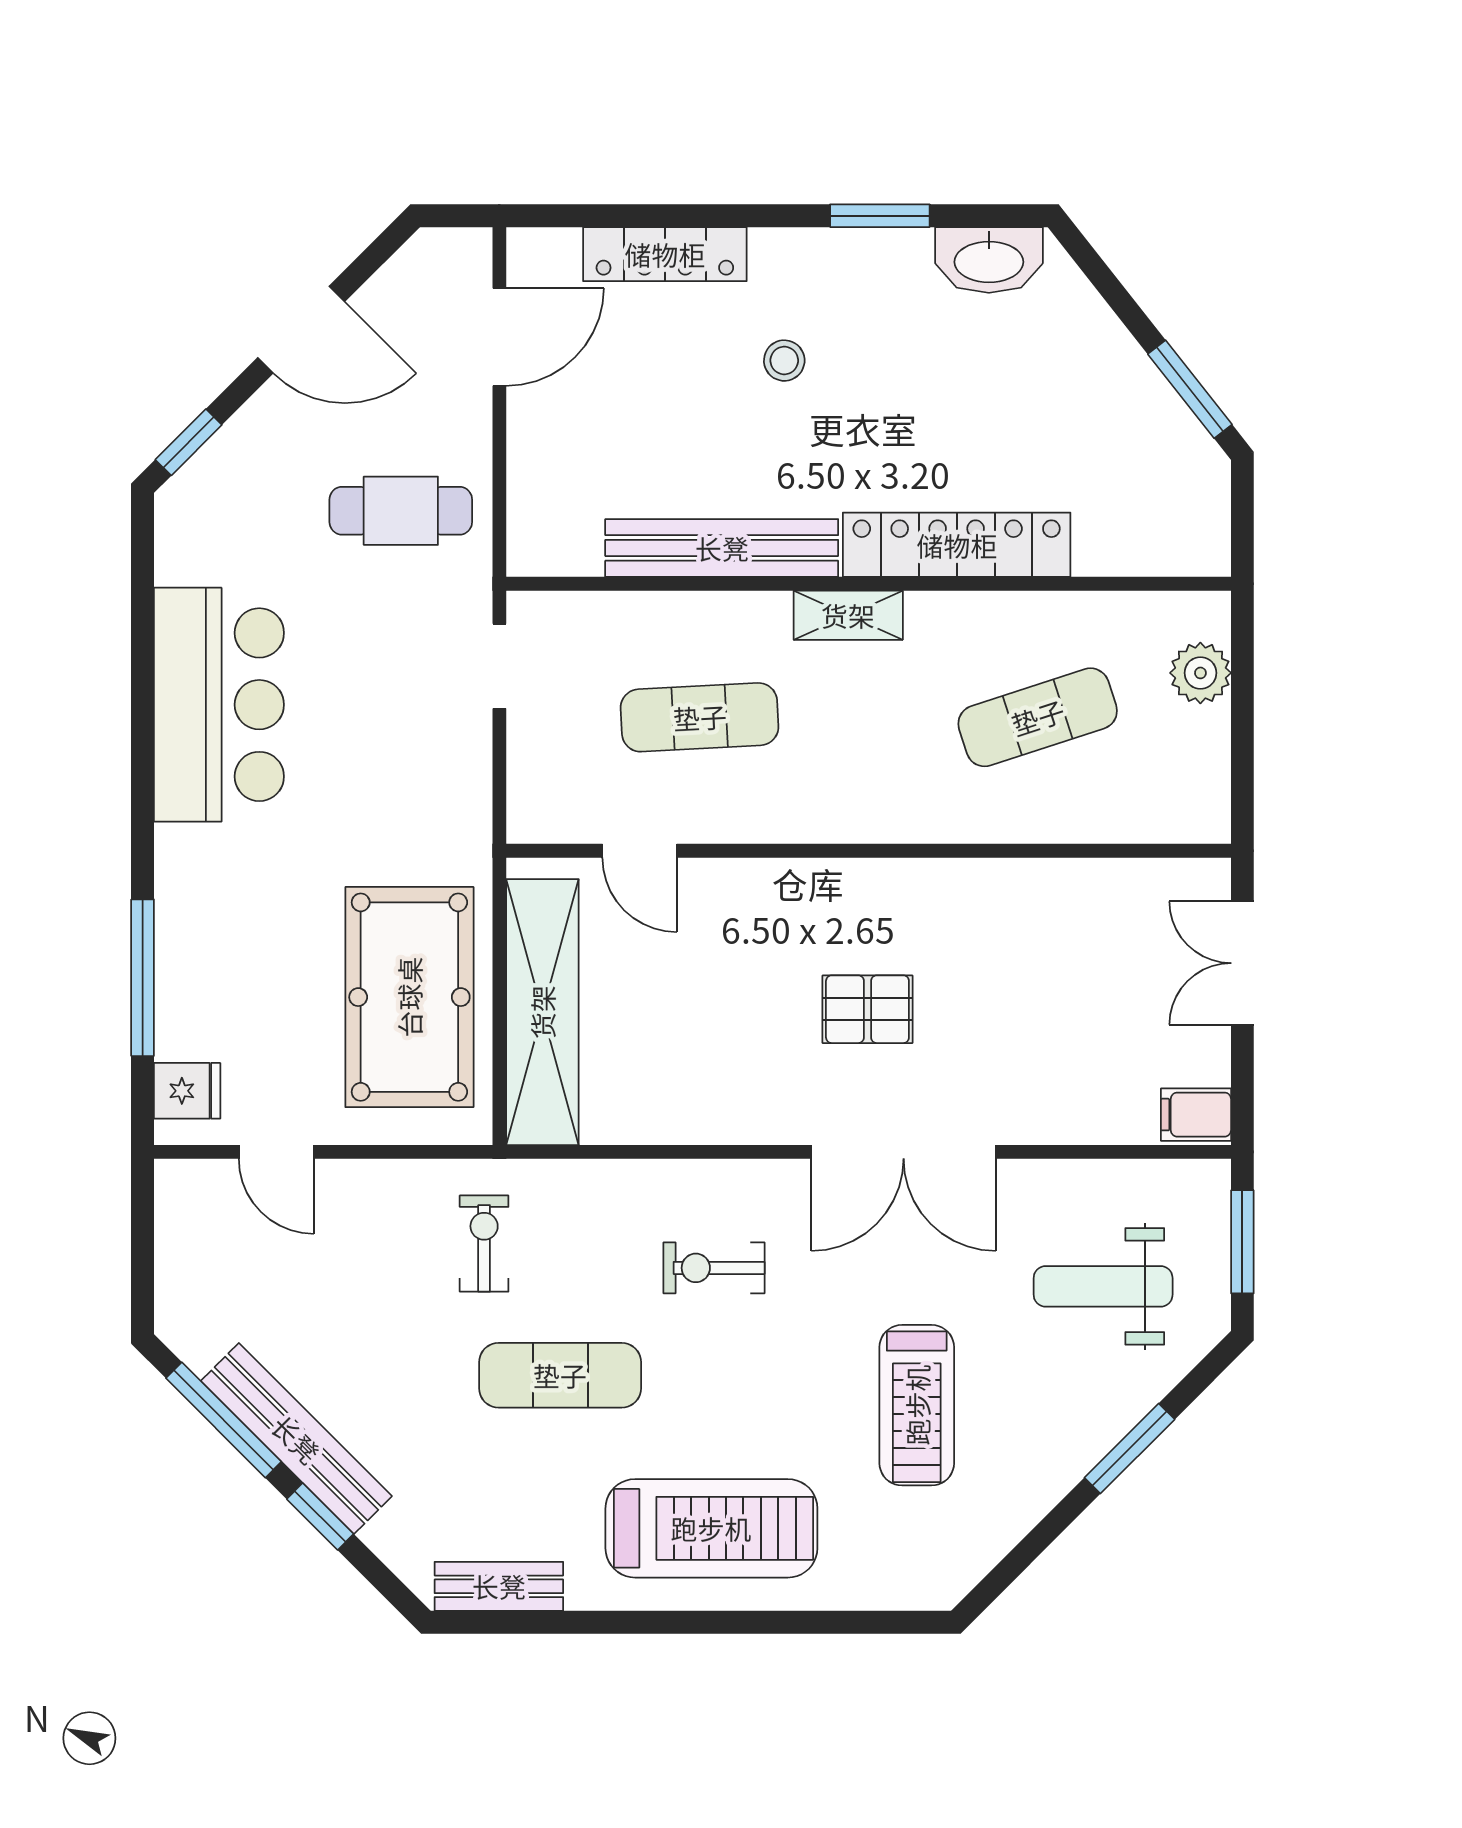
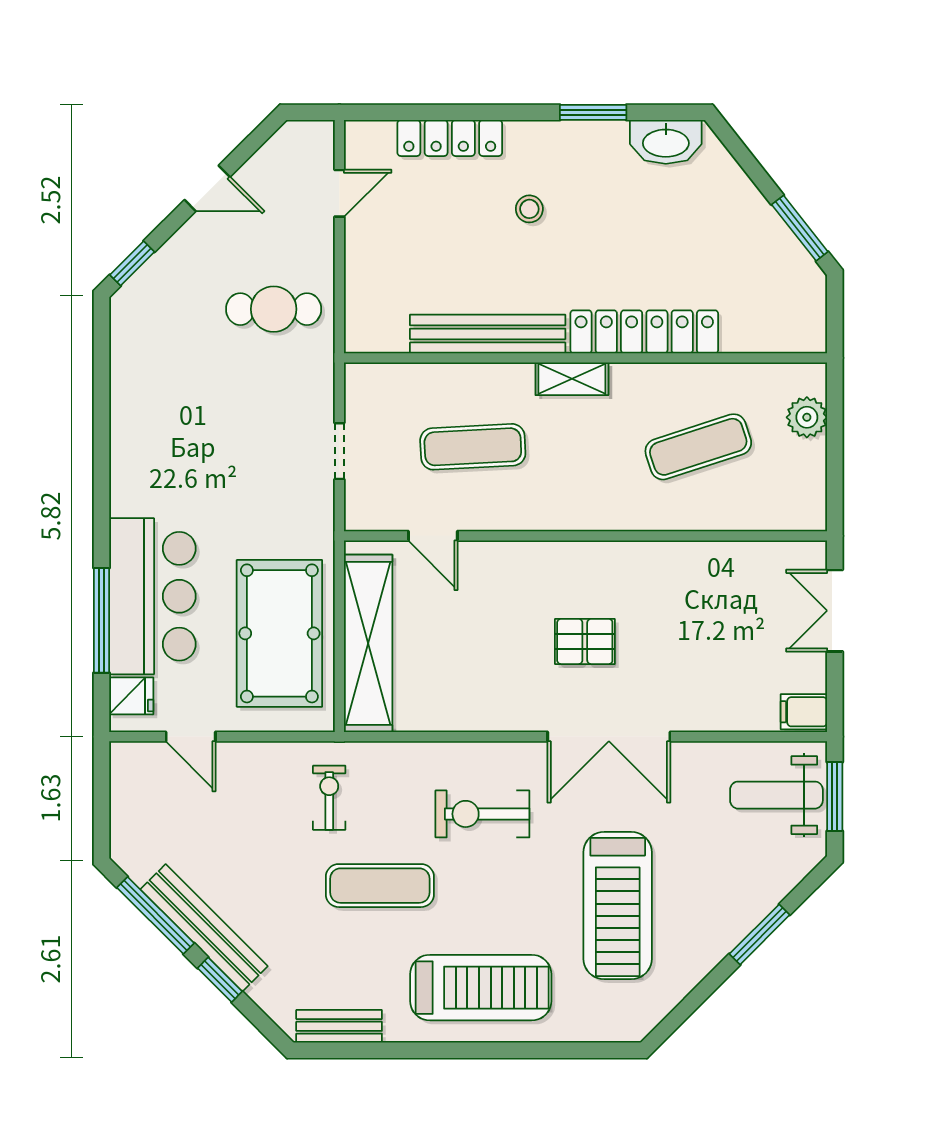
door: (301, 330) -> (207, 188), width x0.73
door: (499, 337) -> (339, 193), width x0.73
doorway: (499, 666) -> (339, 451), moved
bar counter: (219, 705) -> (152, 596), moved
exercise bike: (714, 1268) -> (482, 814), width x1.38, depth x1.39
weight bench: (1103, 1286) -> (776, 795), moved
treadmill: (917, 1405) -> (618, 906), width x1.37, depth x1.38

